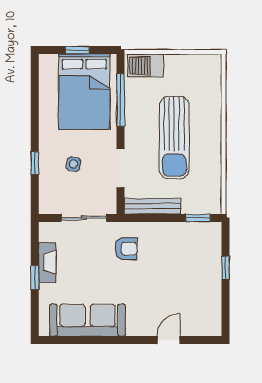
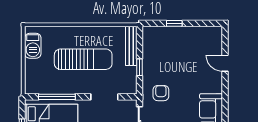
barbecue: (145, 66) -> (33, 46), moved
bench: (153, 206) -> (131, 46), moved
window: (198, 218) -> (139, 67), moved

